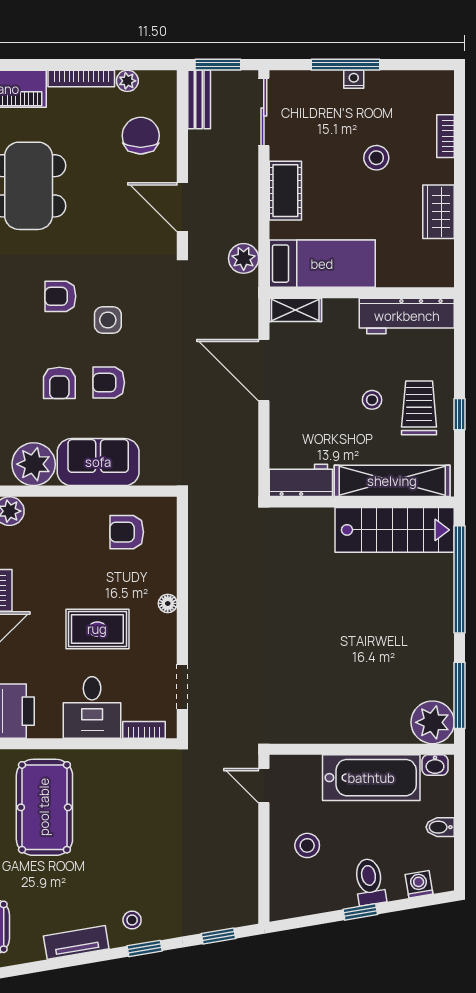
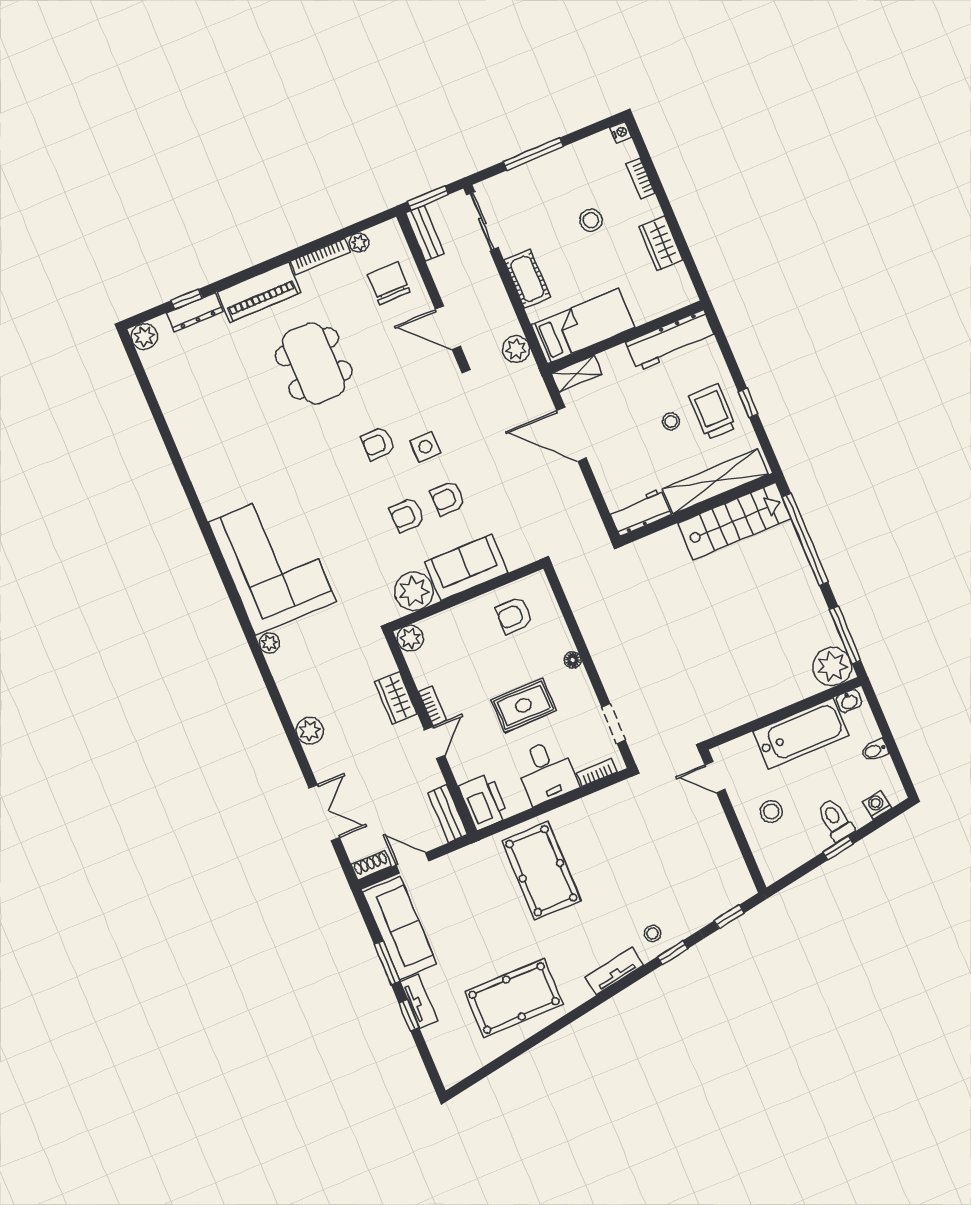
nightstand: (354, 79) -> (621, 132), moved, turned 90
armchair: (59, 383) -> (407, 515), turned 90

